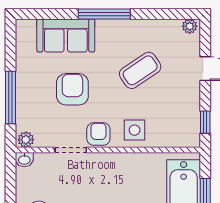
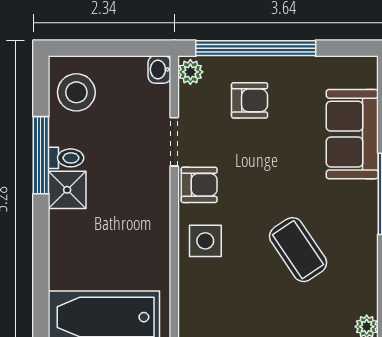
armchair: (72, 89) -> (250, 100), moved, width x0.72, depth x0.72
window: (10, 98) -> (256, 48), width x1.46

